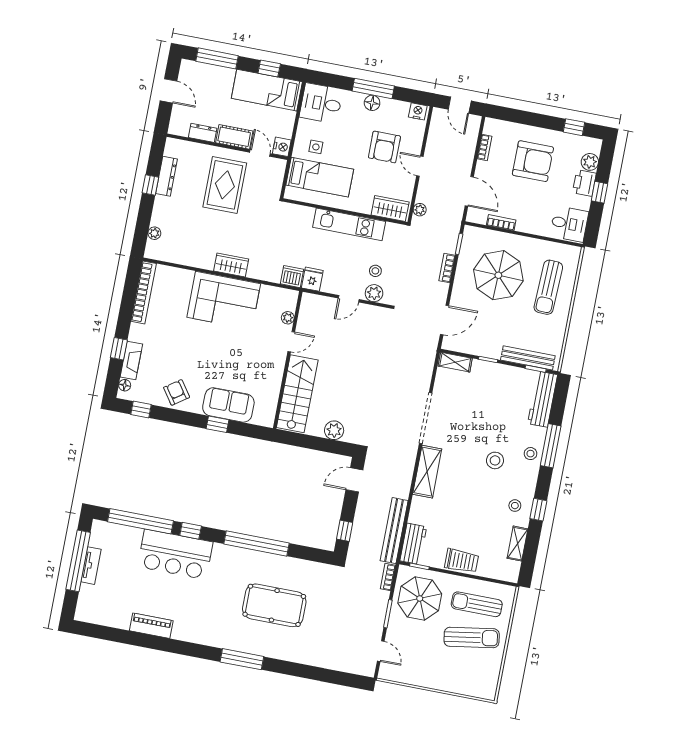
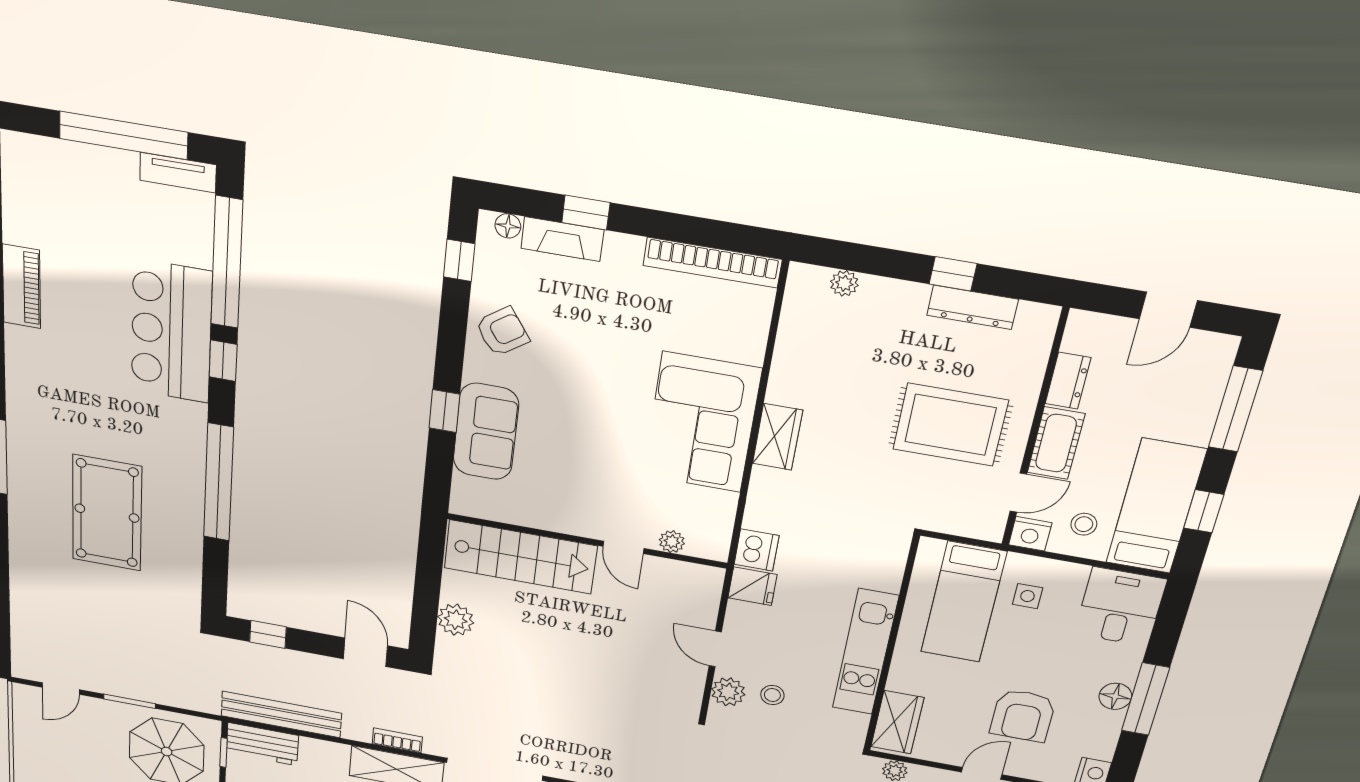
stool: (276, 122) -> (1084, 524), added
armchair: (384, 147) -> (1023, 716), turned -90
tv unit: (91, 566) -> (178, 173), moved
bookcase: (388, 577) -> (397, 740), moved

